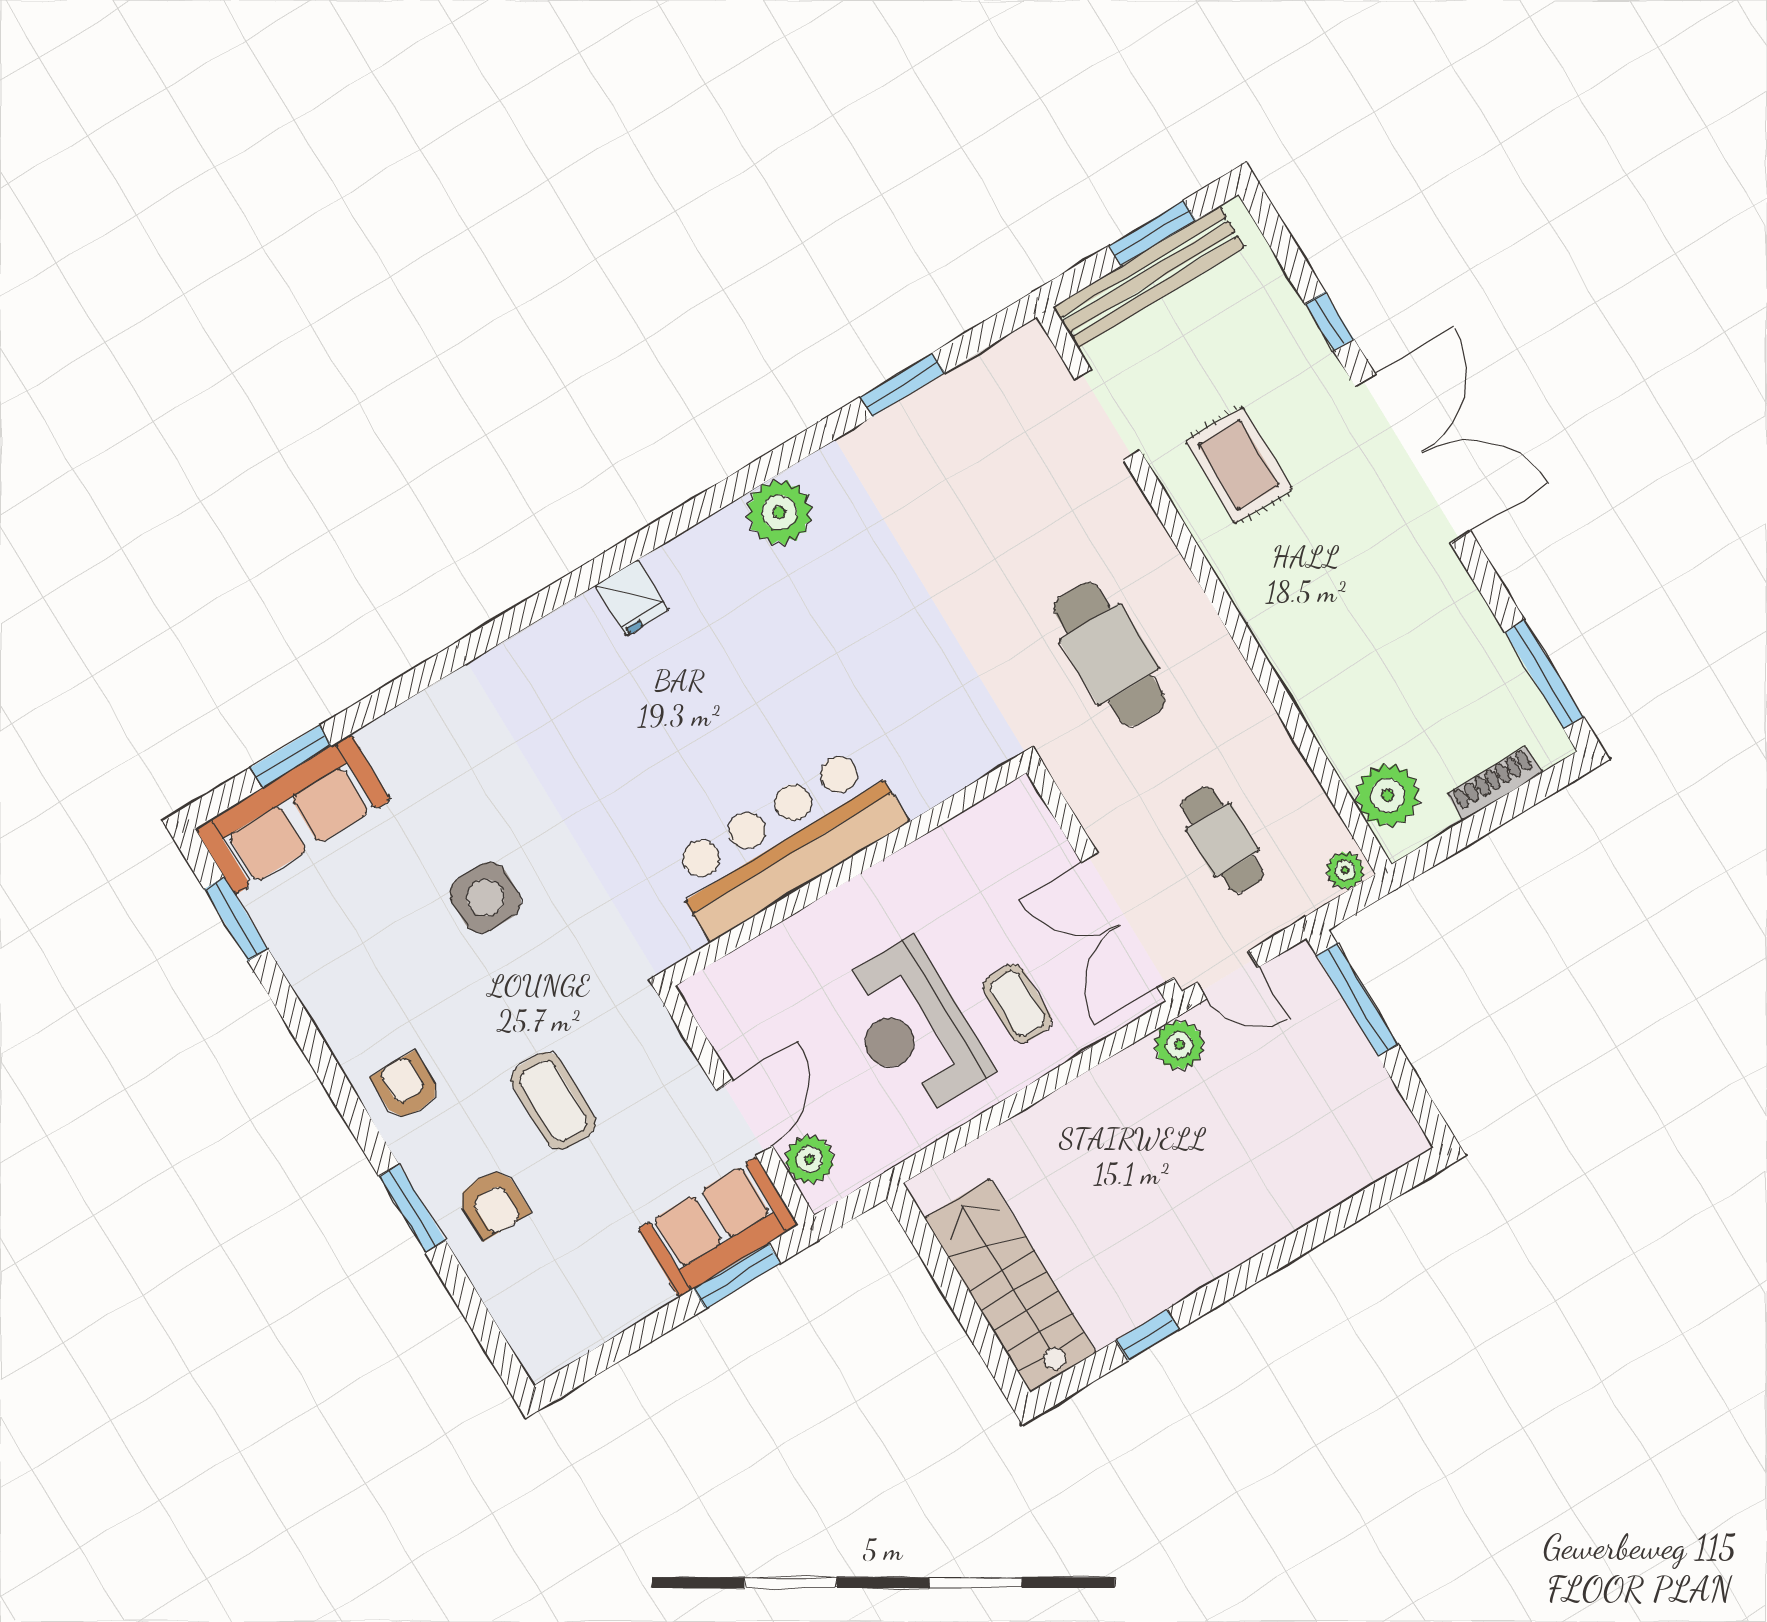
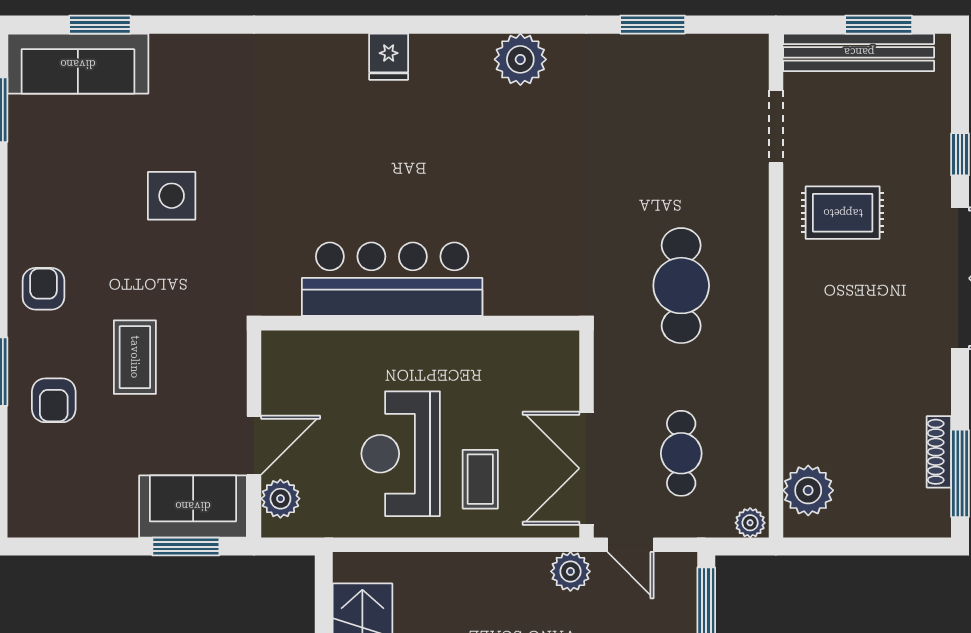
rug: (1239, 465) -> (843, 213), turned 90
shoe rack: (1495, 783) -> (939, 452), moved, turned -90

